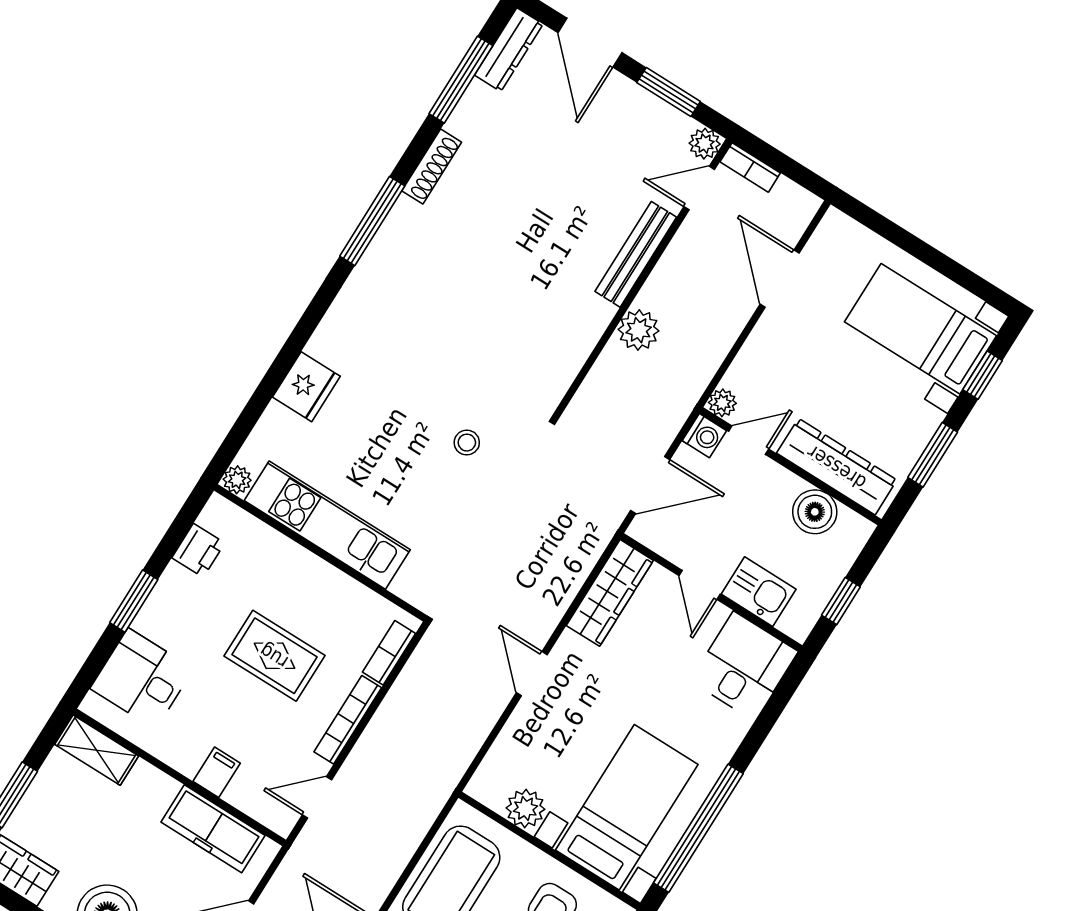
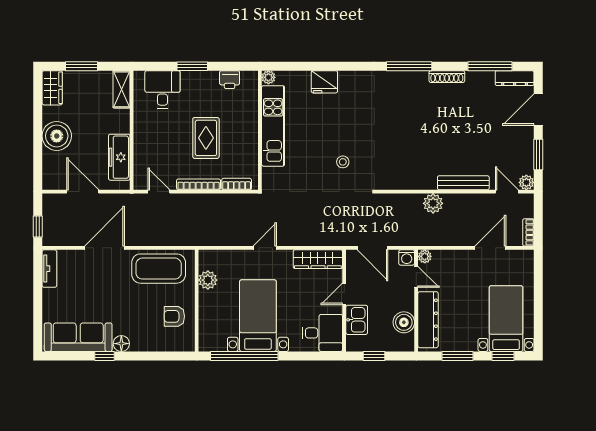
bookcase: (750, 167) -> (528, 232), moved
filing cabinet: (217, 772) -> (143, 144), removed
bed with nightstands: (627, 807) -> (258, 316), moved, turned -90

